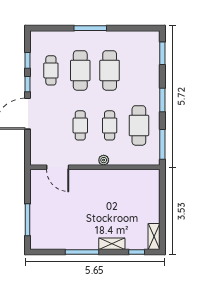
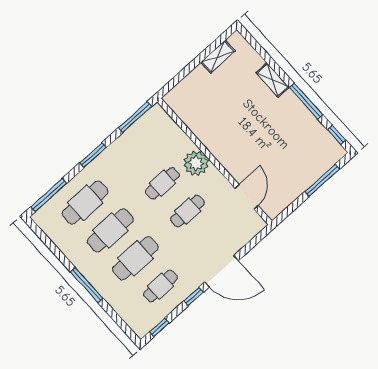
window: (162, 53) -> (49, 195), width x1.44
window: (27, 60) -> (159, 327), moved
cafe table: (139, 125) -> (85, 203), moved
plant: (104, 160) -> (196, 163), width x1.88, depth x1.88
shelving: (154, 236) -> (218, 57), moved
window: (137, 252) -> (337, 135), moved

